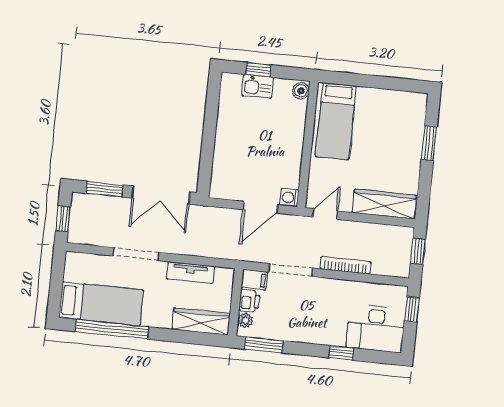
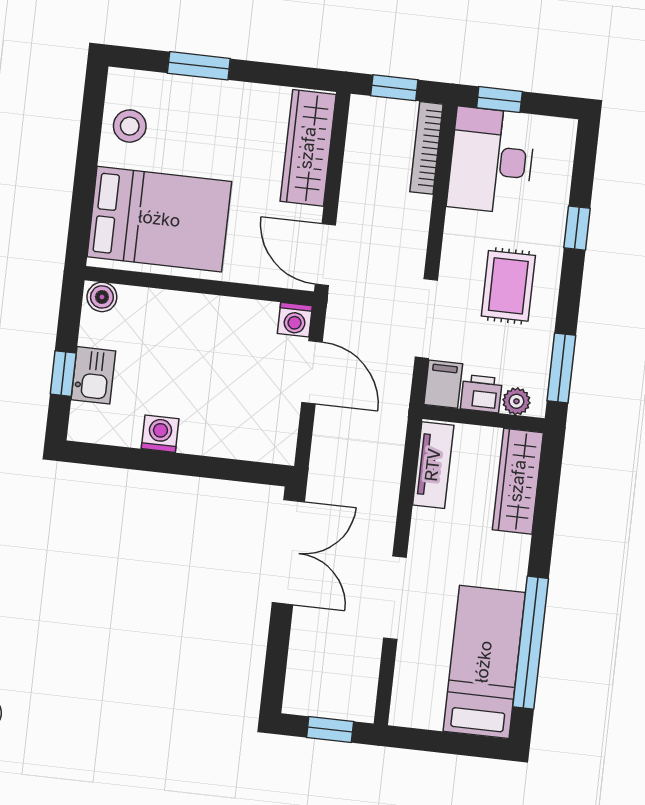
stool: (395, 105) -> (130, 126), added
bed: (336, 121) -> (159, 219), width x1.50
washing machine: (226, 124) -> (160, 434), added
window: (104, 189) -> (277, 654), removed
door: (325, 214) -> (325, 255), width x1.38
bookcase: (346, 265) -> (426, 148), moved
tv unit: (190, 273) -> (433, 465), moved
rug: (309, 315) -> (508, 286), added
desk: (376, 328) -> (491, 161), moved, turned 180

